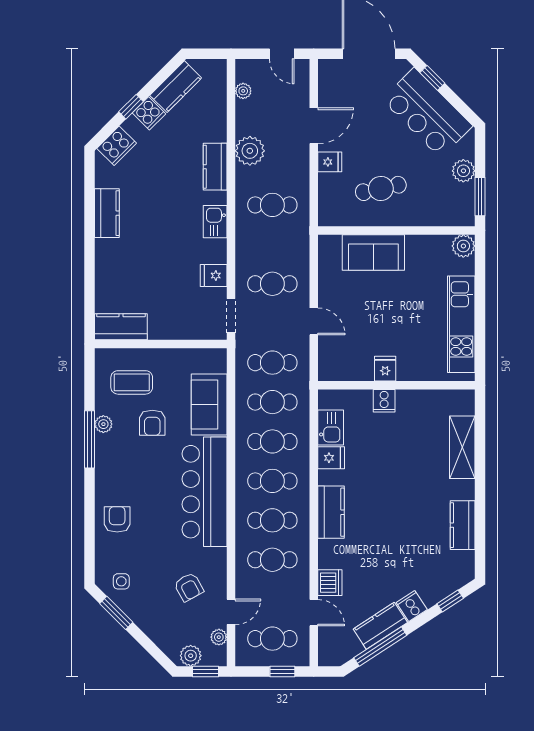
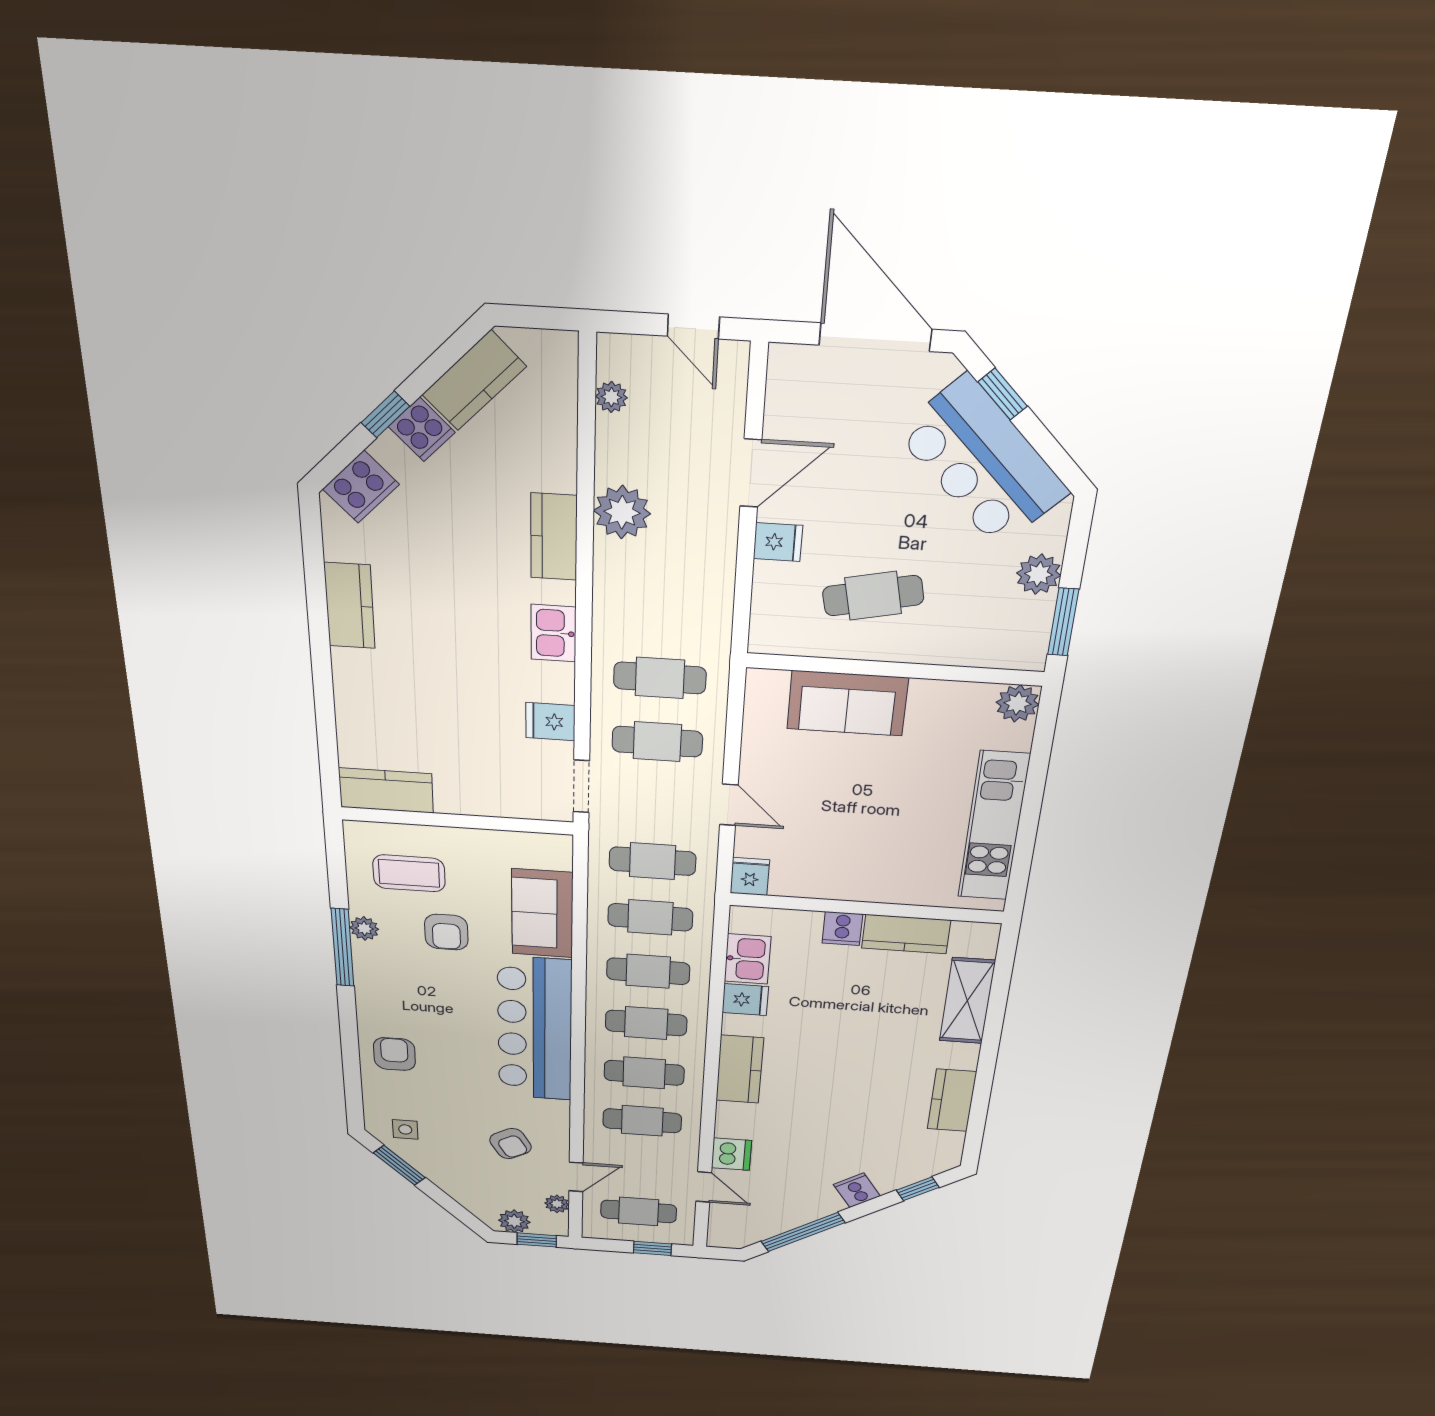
cafe table: (272, 205) -> (660, 678), moved
fridge: (385, 369) -> (750, 876), moved
kitchen counter: (380, 626) -> (906, 934), moved, turned -147

